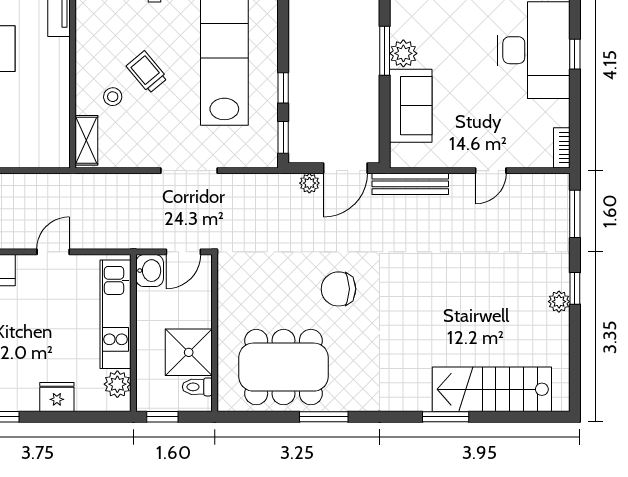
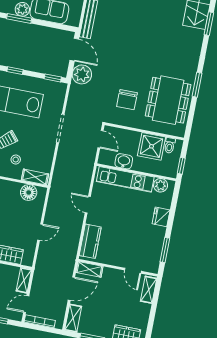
window: (283, 88) -> (15, 71), moved
floor lamp: (54, 134) -> (29, 192), added
plant: (309, 183) -> (82, 74), width x1.88, depth x1.88
washbasin: (150, 271) -> (124, 161), moved
chair: (338, 289) -> (127, 100), moved

